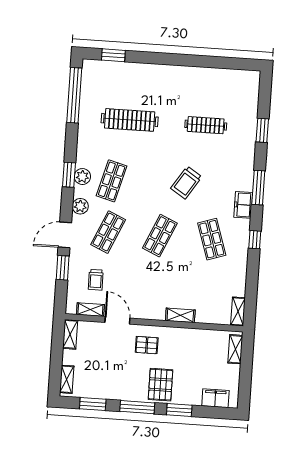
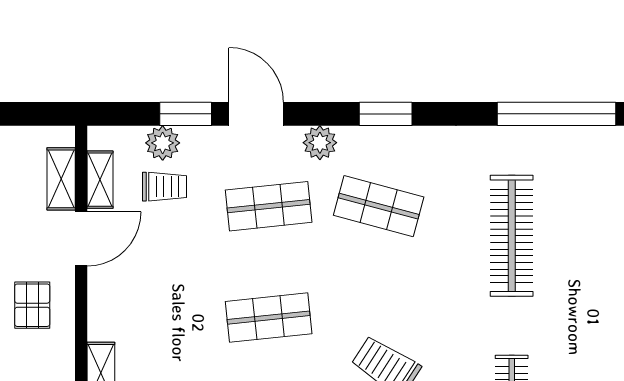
plant: (82, 177) -> (163, 143), moved
shop shelf: (108, 232) -> (269, 206), turned -30
shop shelf: (160, 236) -> (269, 318), turned -30
trolley: (96, 280) -> (165, 187), turned 180
shelving: (70, 334) -> (61, 179), moved, turned 90

